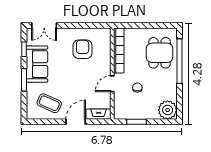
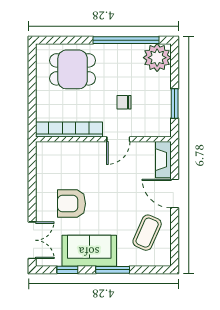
armchair: (83, 49) -> (71, 204), moved
window: (179, 61) -> (126, 40), moved
door: (112, 84) -> (118, 139), hinge flipped

